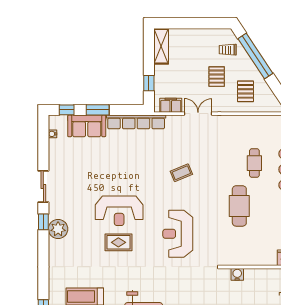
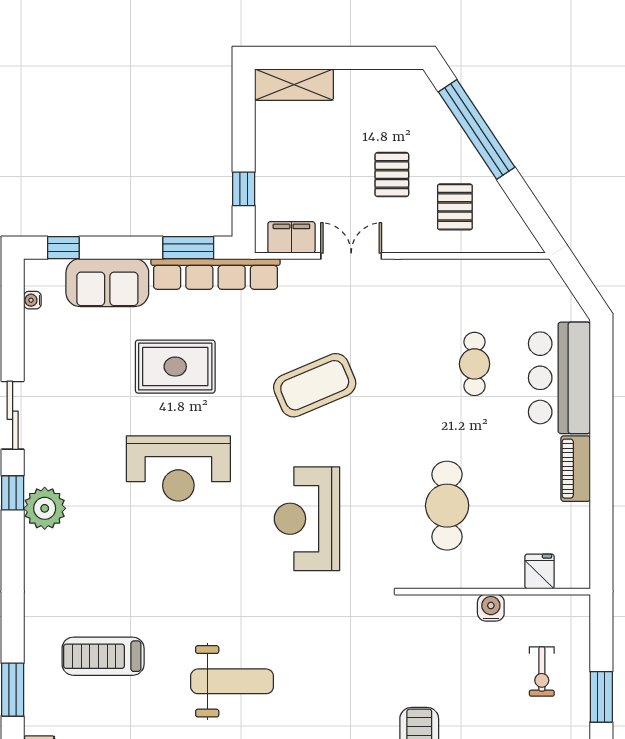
shelving: (161, 46) -> (294, 85), moved, turned 90
trolley: (228, 50) -> (416, 115), removed
window: (98, 110) -> (188, 248), moved
coffee table: (181, 173) -> (315, 385), width x1.86, depth x1.72
cafe table: (239, 206) -> (447, 506), moved
rug: (118, 242) -> (175, 367), moved, width x1.36, depth x1.43
water cooler: (237, 274) -> (491, 608), moved

